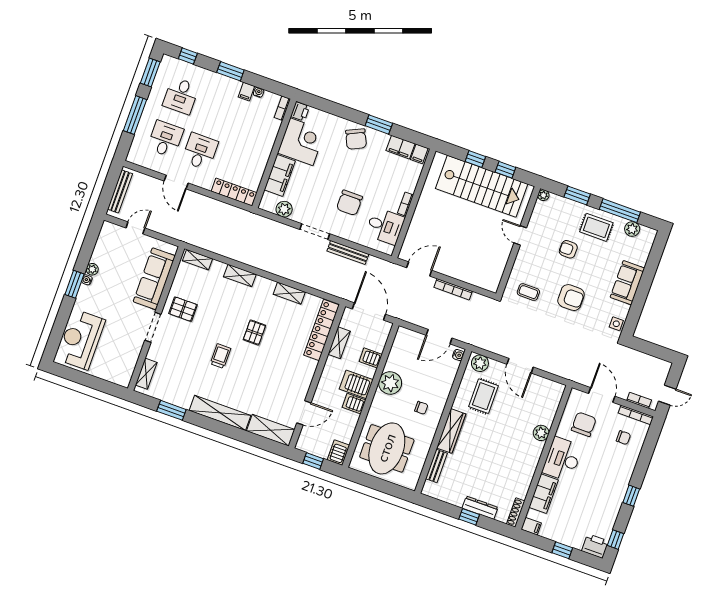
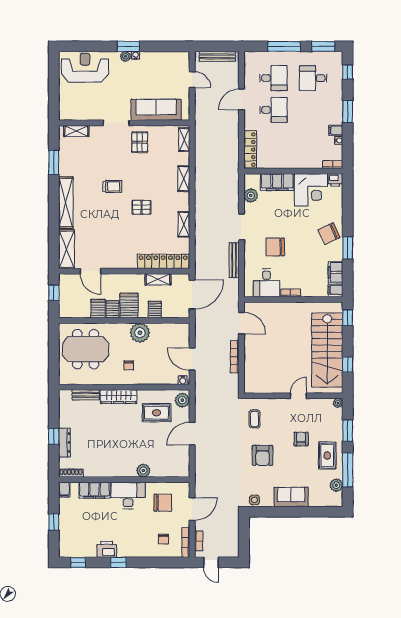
window: (475, 159) -> (348, 318), moved
plant: (92, 269) -> (125, 56), moved
server rack: (338, 453) -> (98, 309), moved, turned -90
printer: (595, 546) -> (107, 549), moved, turned -90

